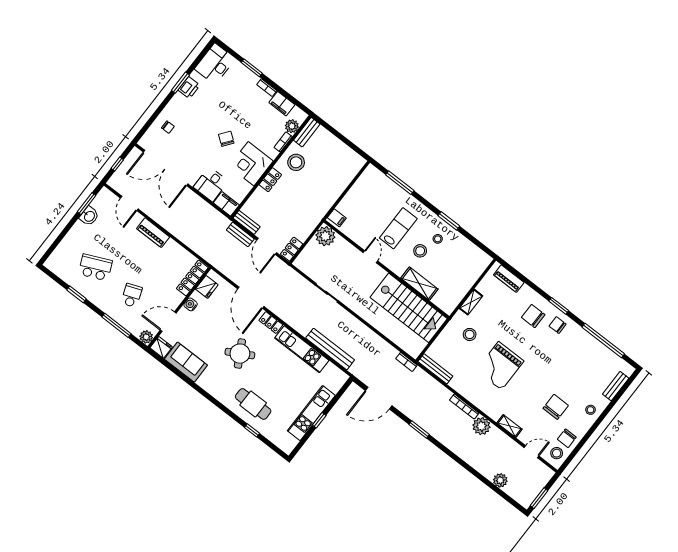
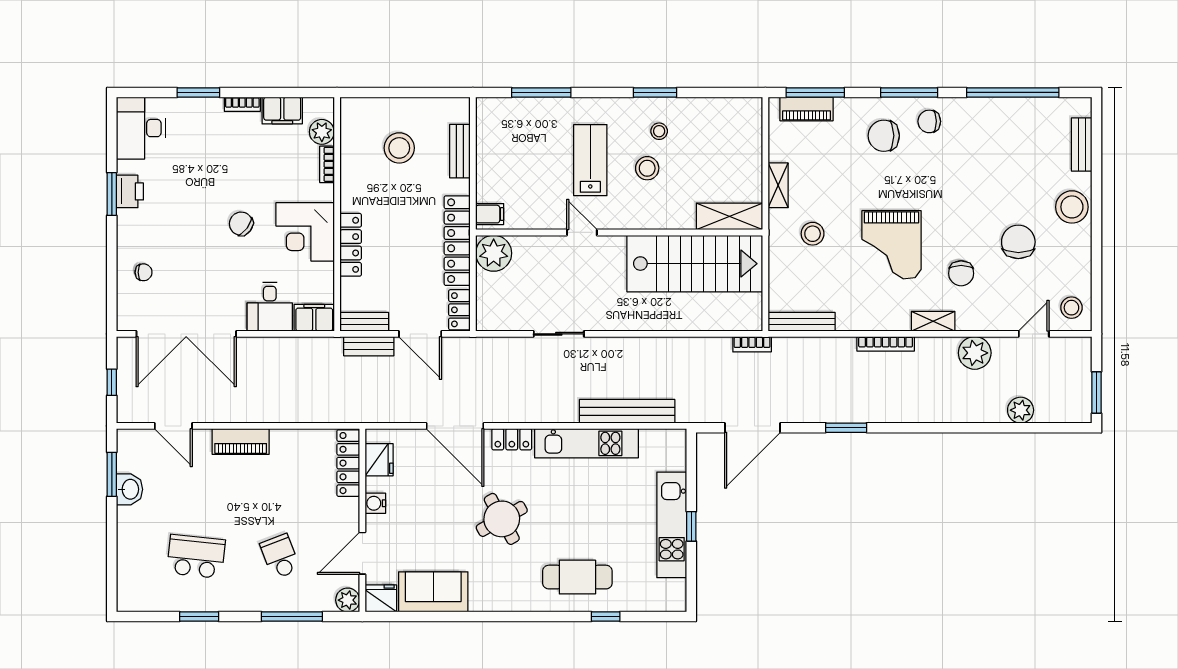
bench: (307, 132) -> (460, 151), moved
stool: (296, 162) -> (399, 148), moved
locker: (270, 180) -> (351, 245), width x1.53
locker: (314, 218) -> (457, 241), added
school desk: (95, 267) -> (196, 556), turned 30
window: (518, 274) -> (815, 92), added
shelving: (419, 284) -> (729, 216), moved
window: (559, 306) -> (909, 92), width x1.44
stool: (591, 410) -> (1072, 207), width x1.89, depth x1.89
plant: (481, 426) -> (975, 353), moved
shelving: (510, 426) -> (933, 321), moved
chair: (567, 438) -> (961, 273), moved

